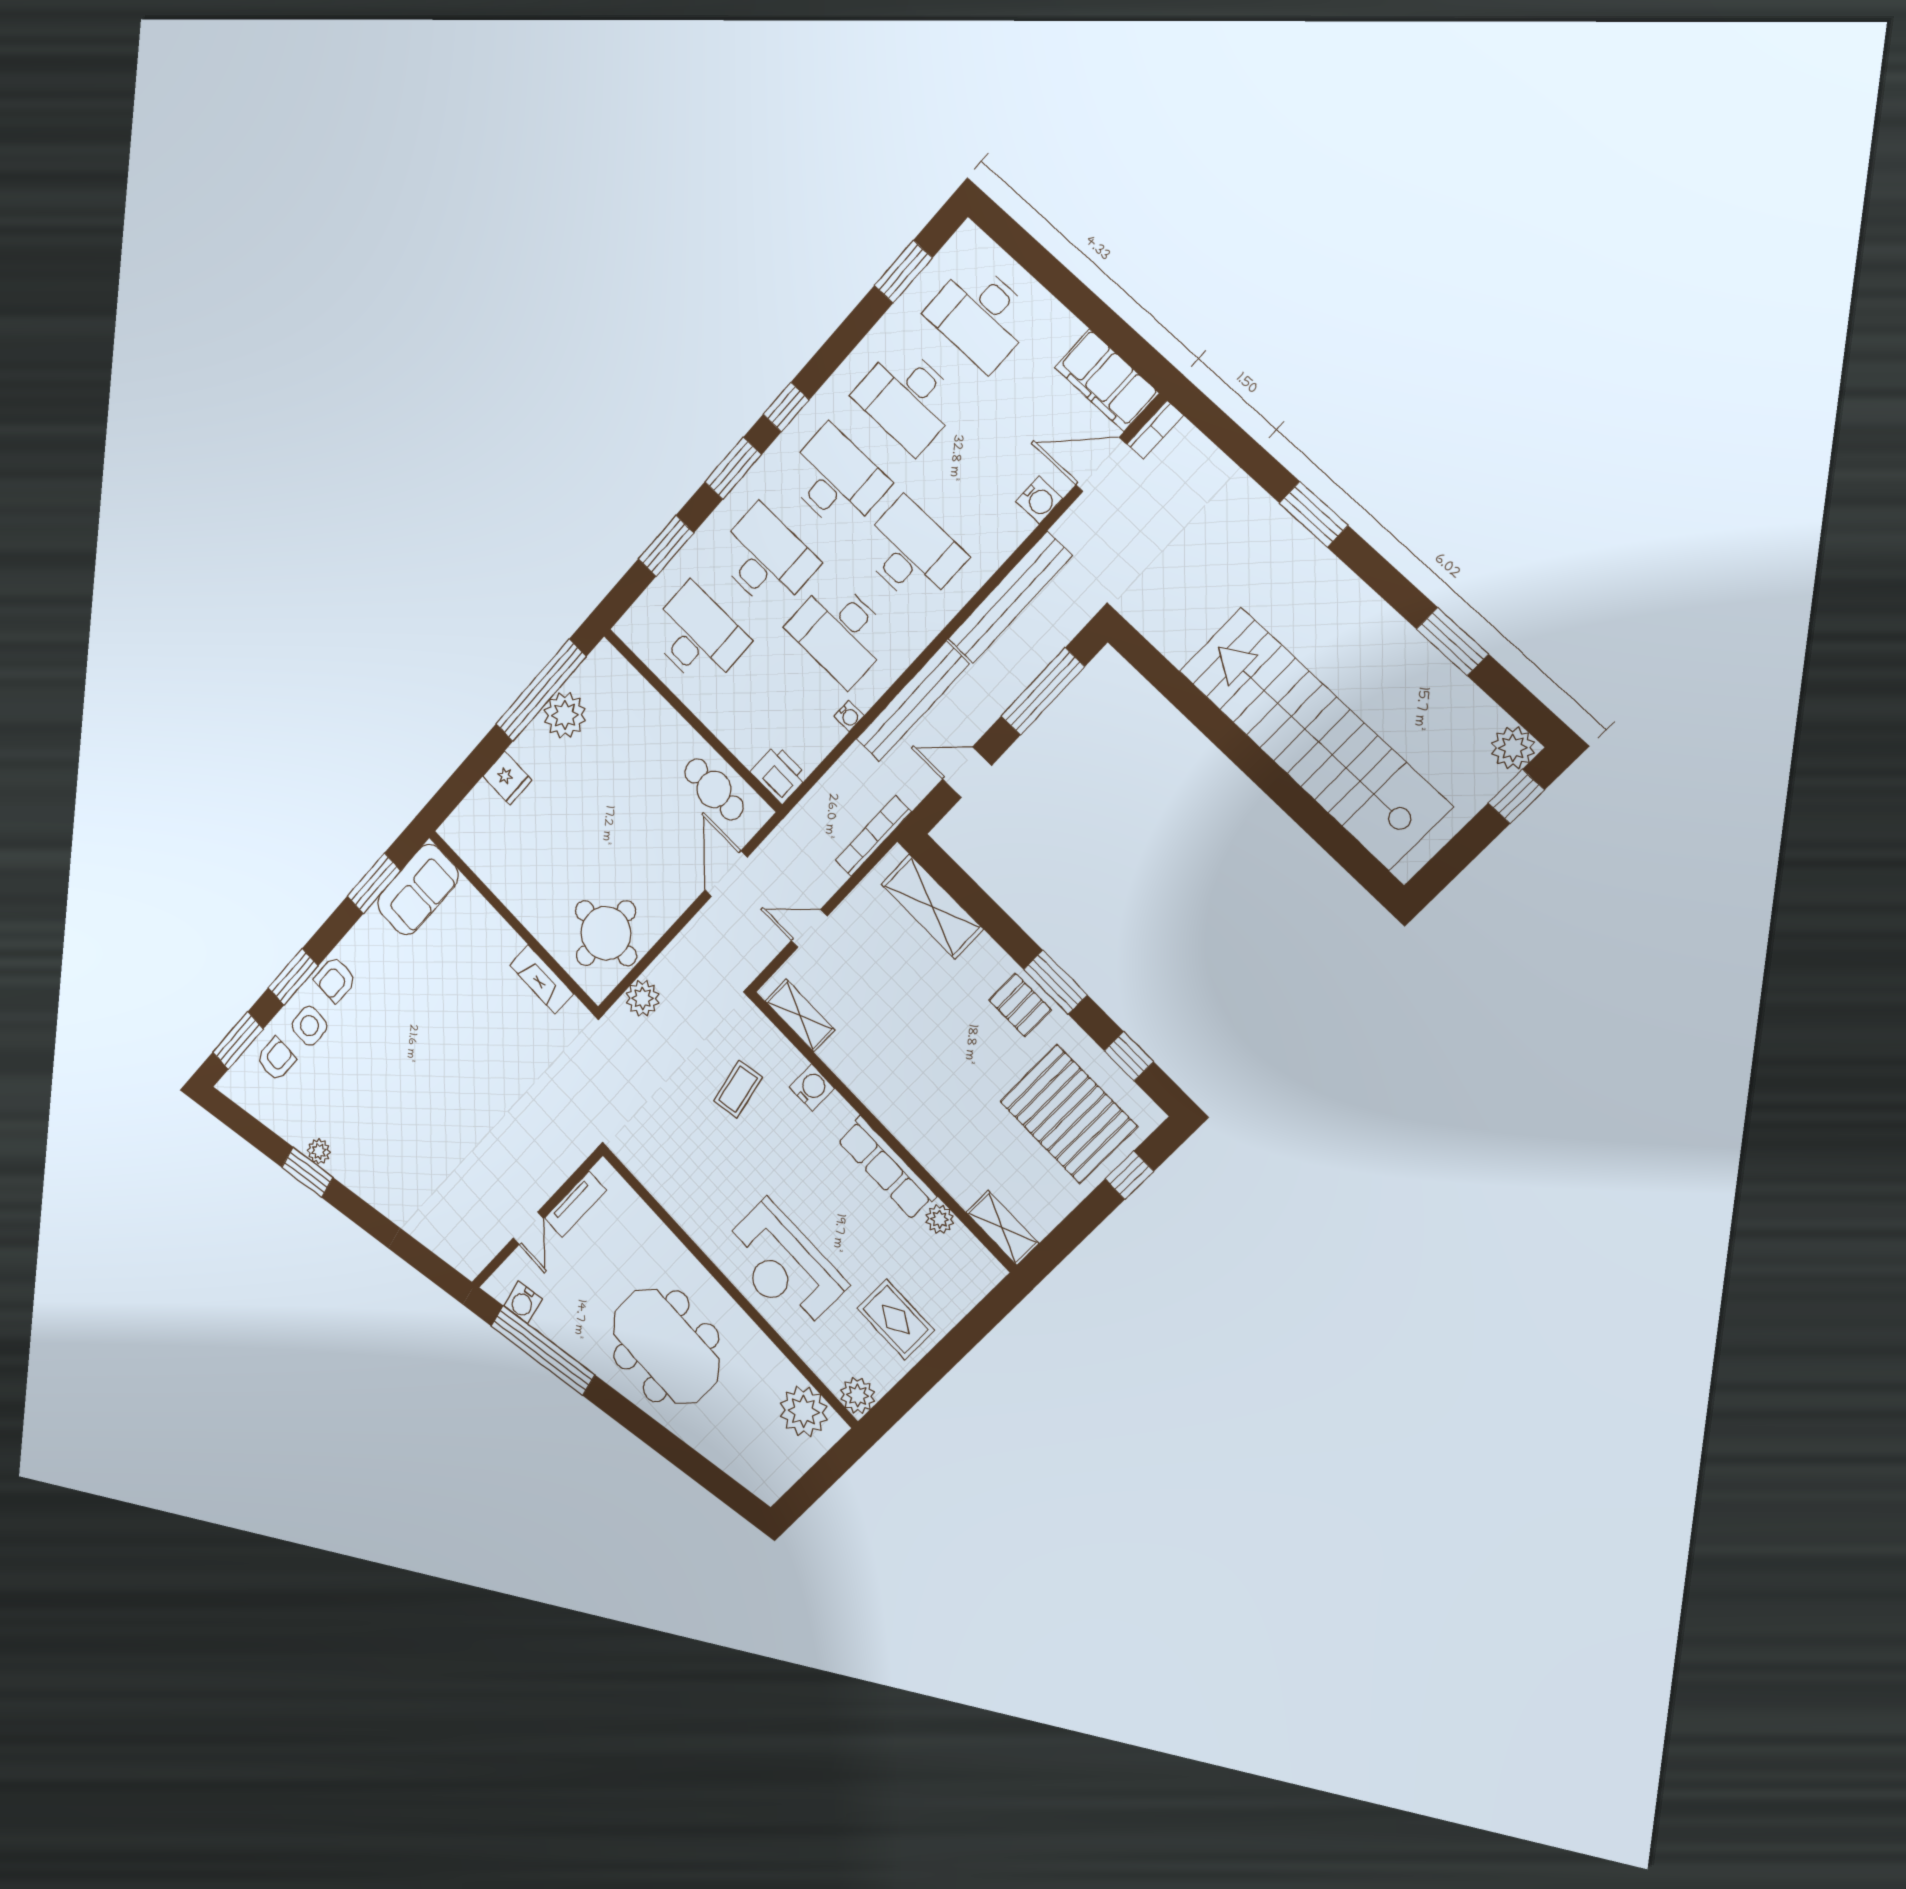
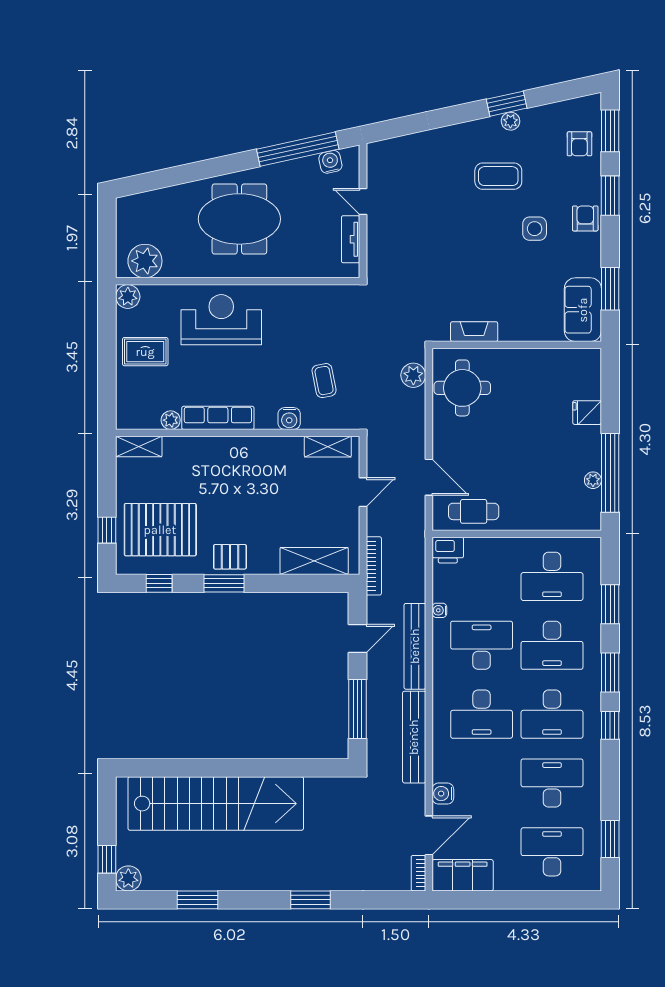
plant: (565, 715) -> (593, 480), width x0.53, depth x0.53
side table: (309, 1026) -> (535, 229), moved
coffee table: (378, 1110) -> (498, 176), added

